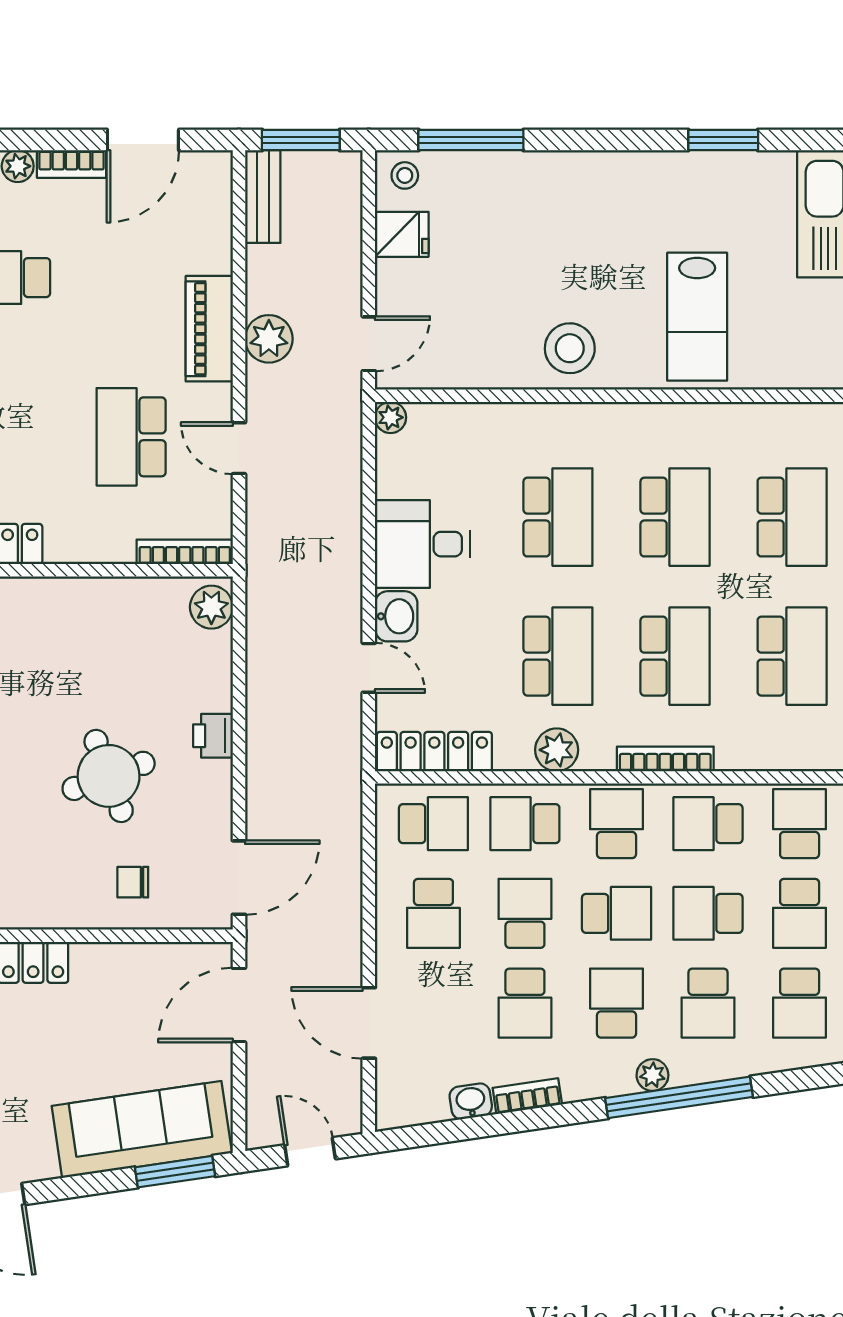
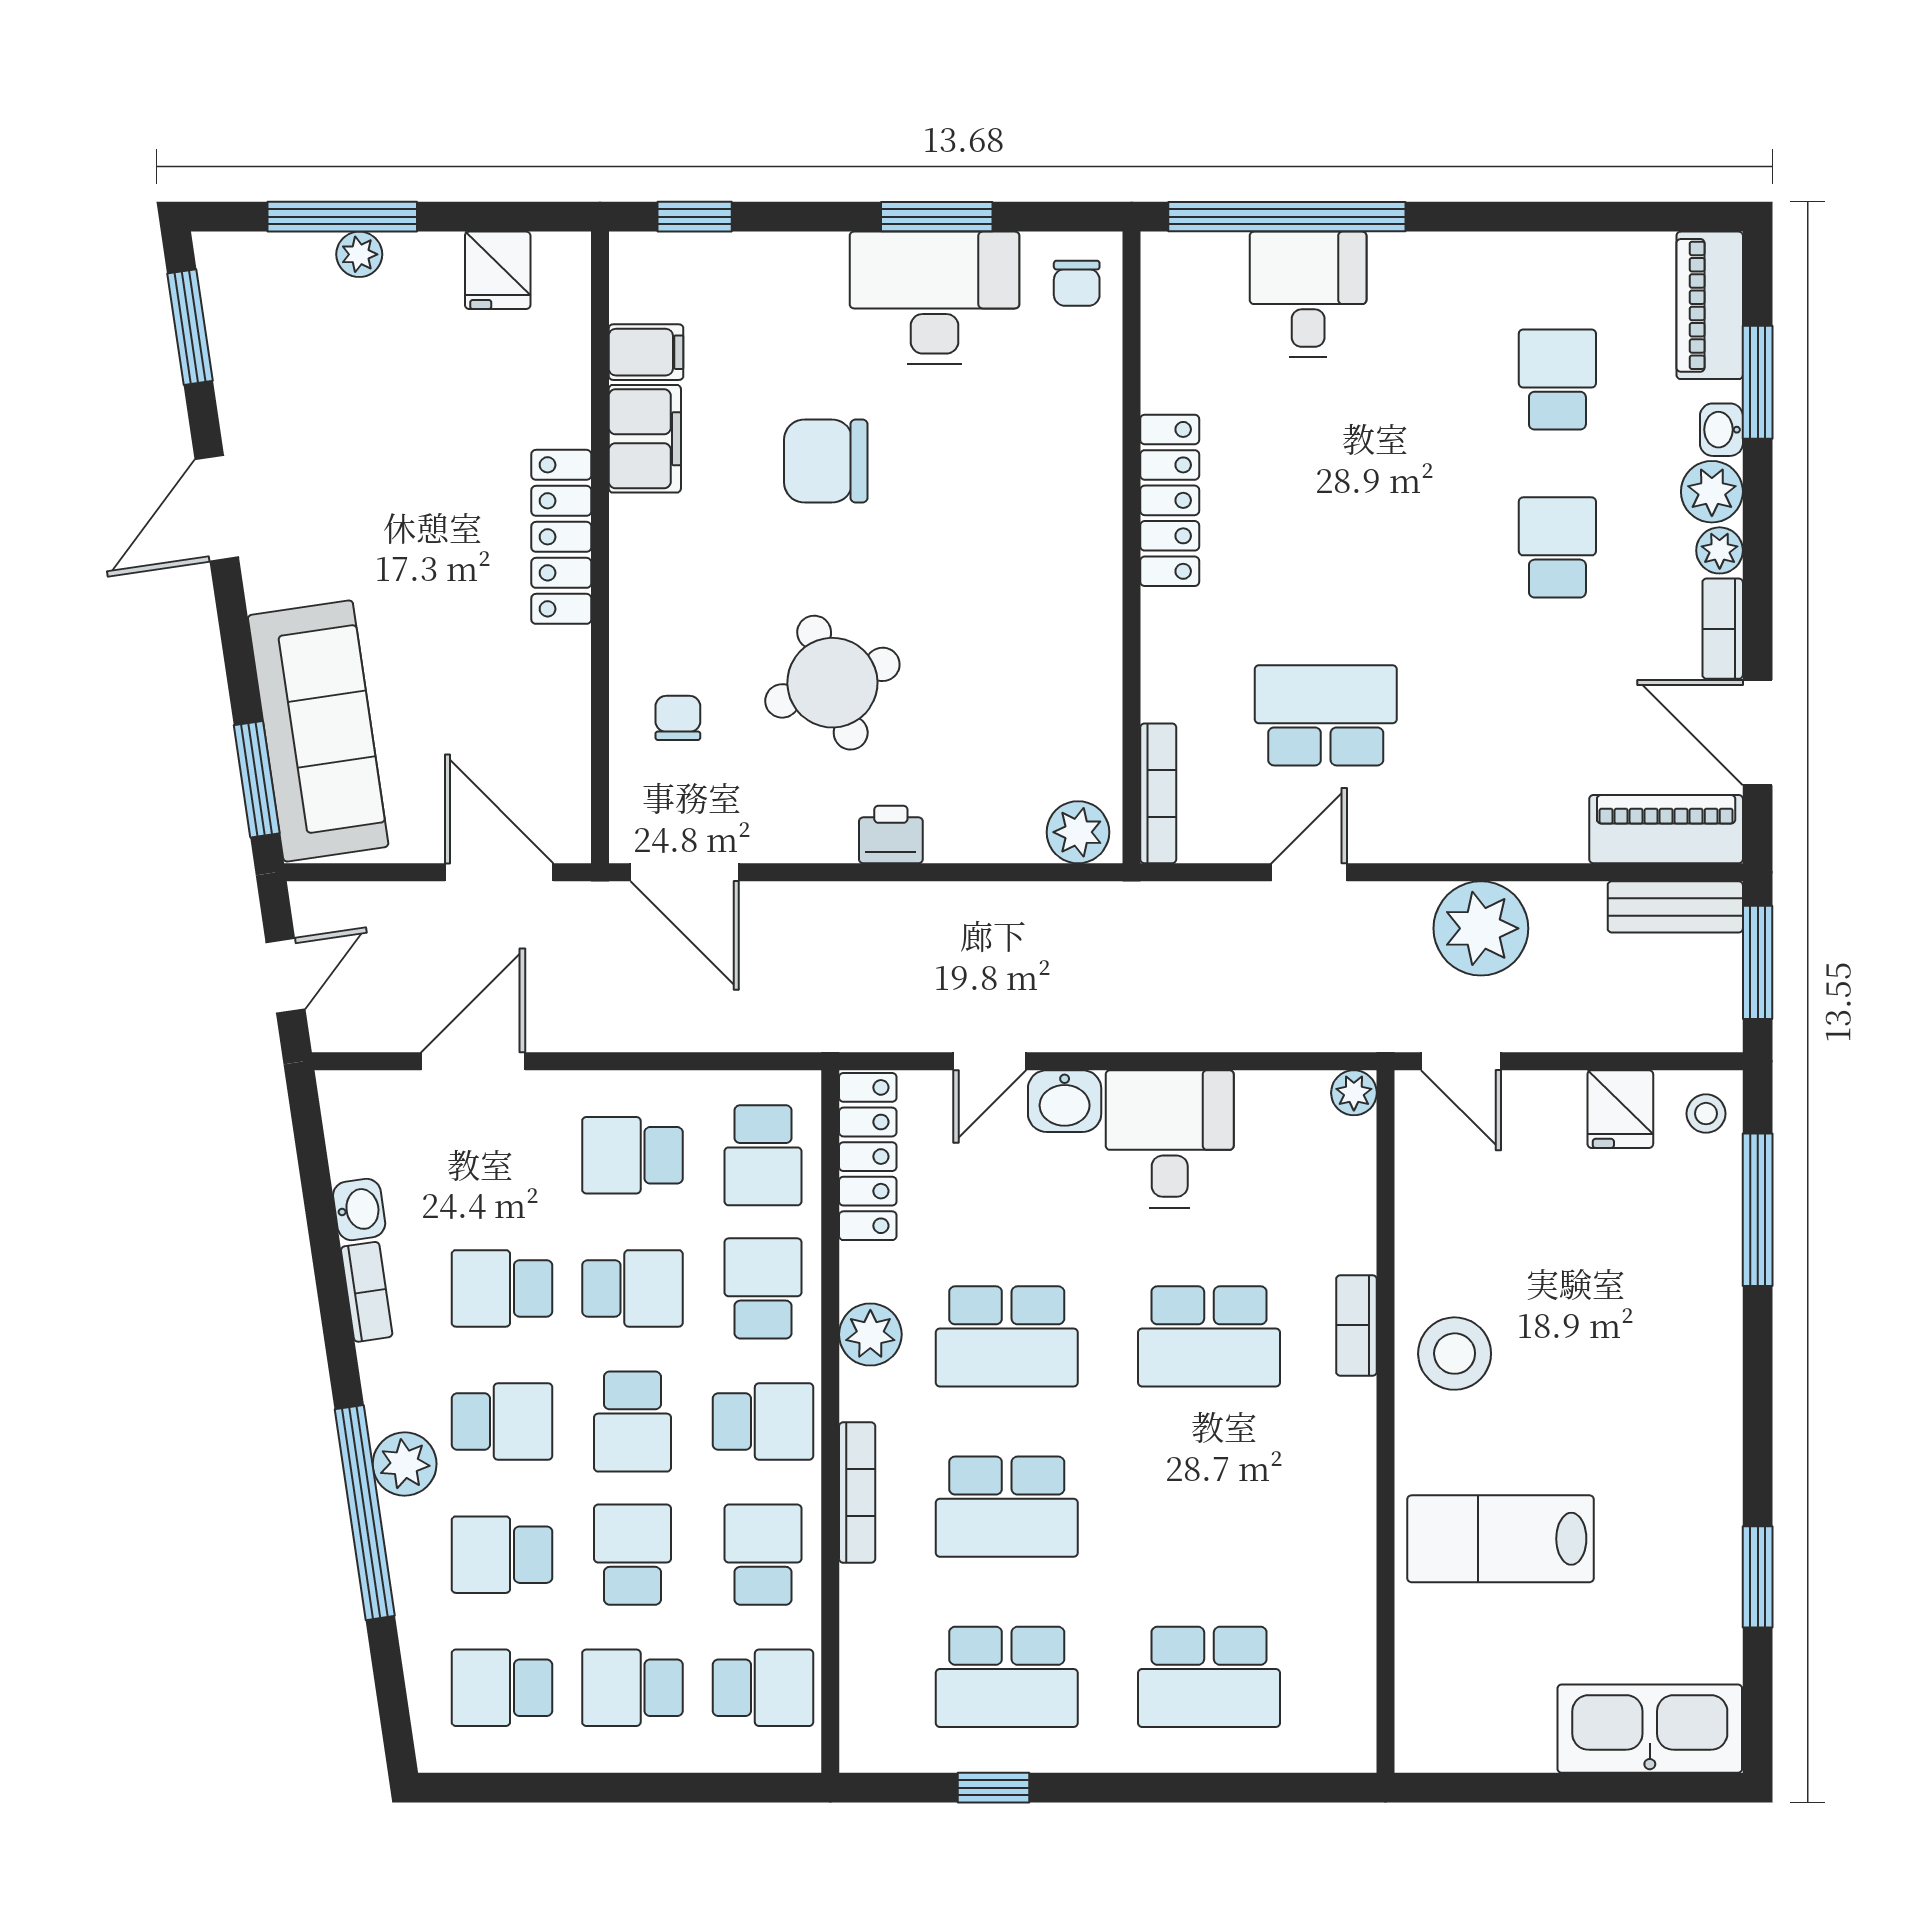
piano: (209, 329) -> (1666, 829), moved
plant: (269, 339) -> (1481, 928), width x1.36, depth x1.36
bookcase: (550, 416) -> (1356, 1325), added
school desk: (675, 517) -> (1209, 1507), removed
plant: (652, 1075) -> (405, 1464), width x1.38, depth x1.38

